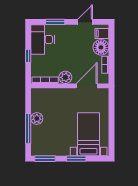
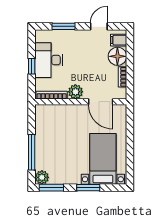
desk: (43, 39) -> (49, 60), moved
door: (87, 86) -> (101, 102), swing flipped
plant: (37, 119) -> (42, 177), moved

